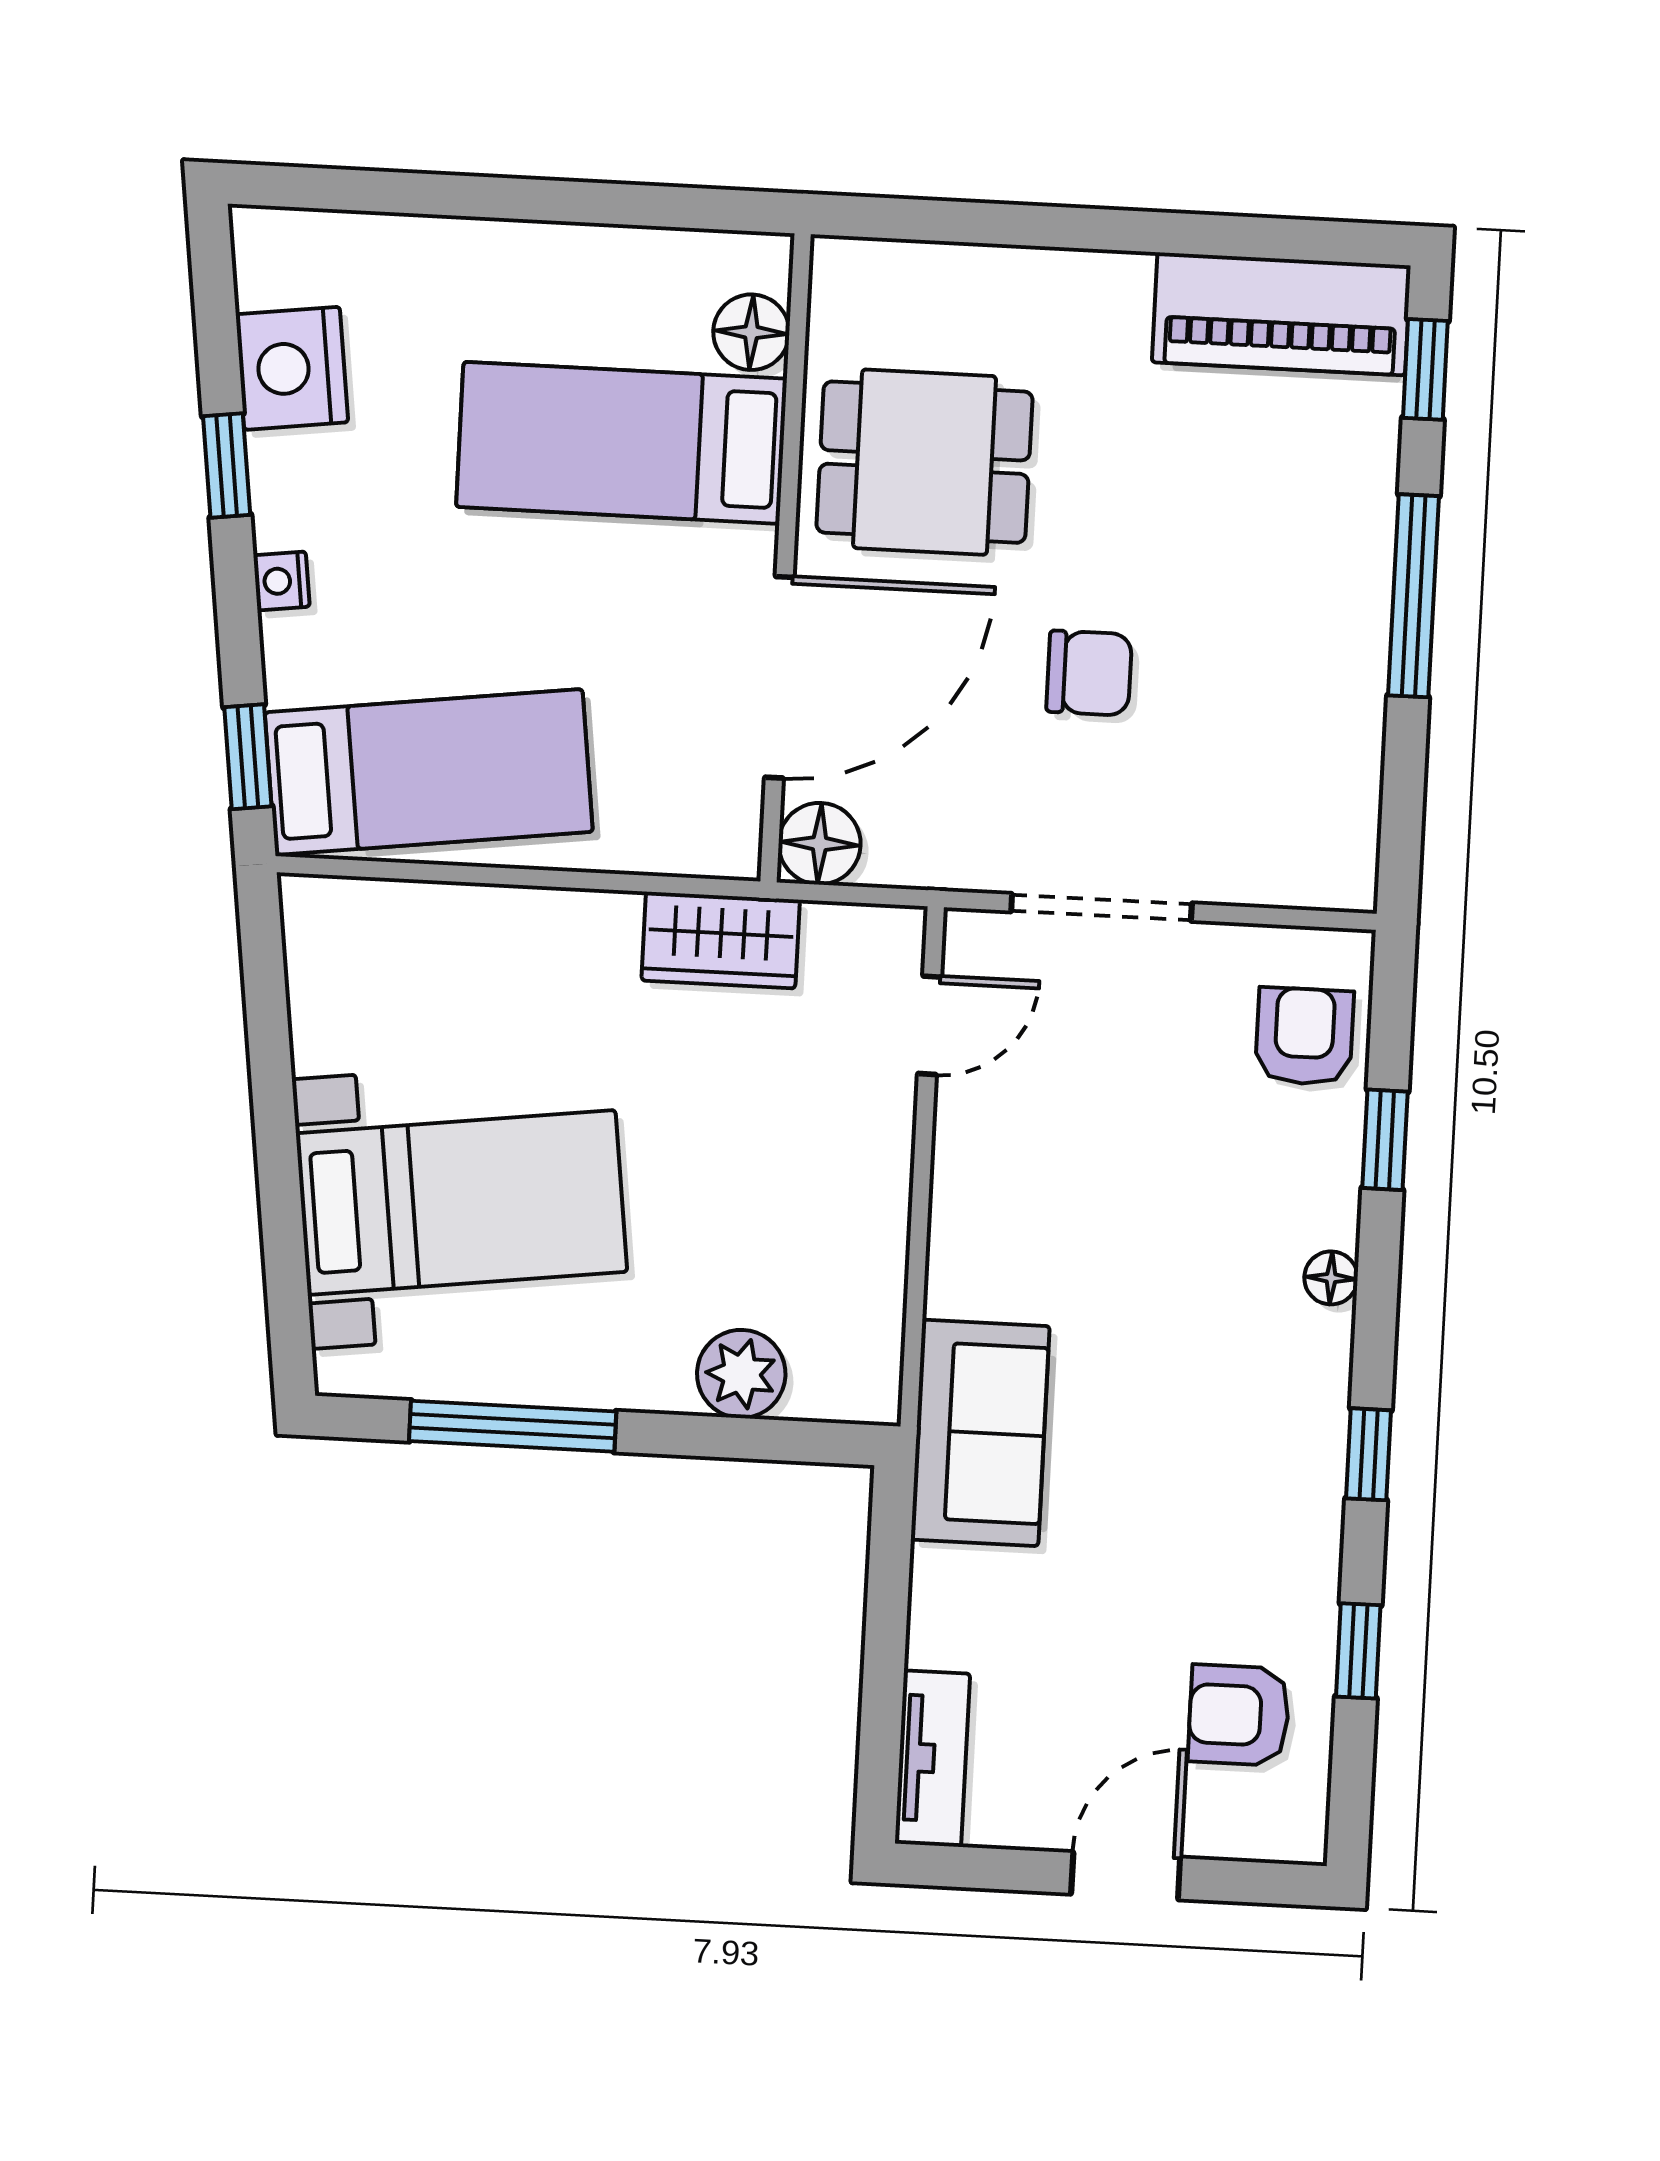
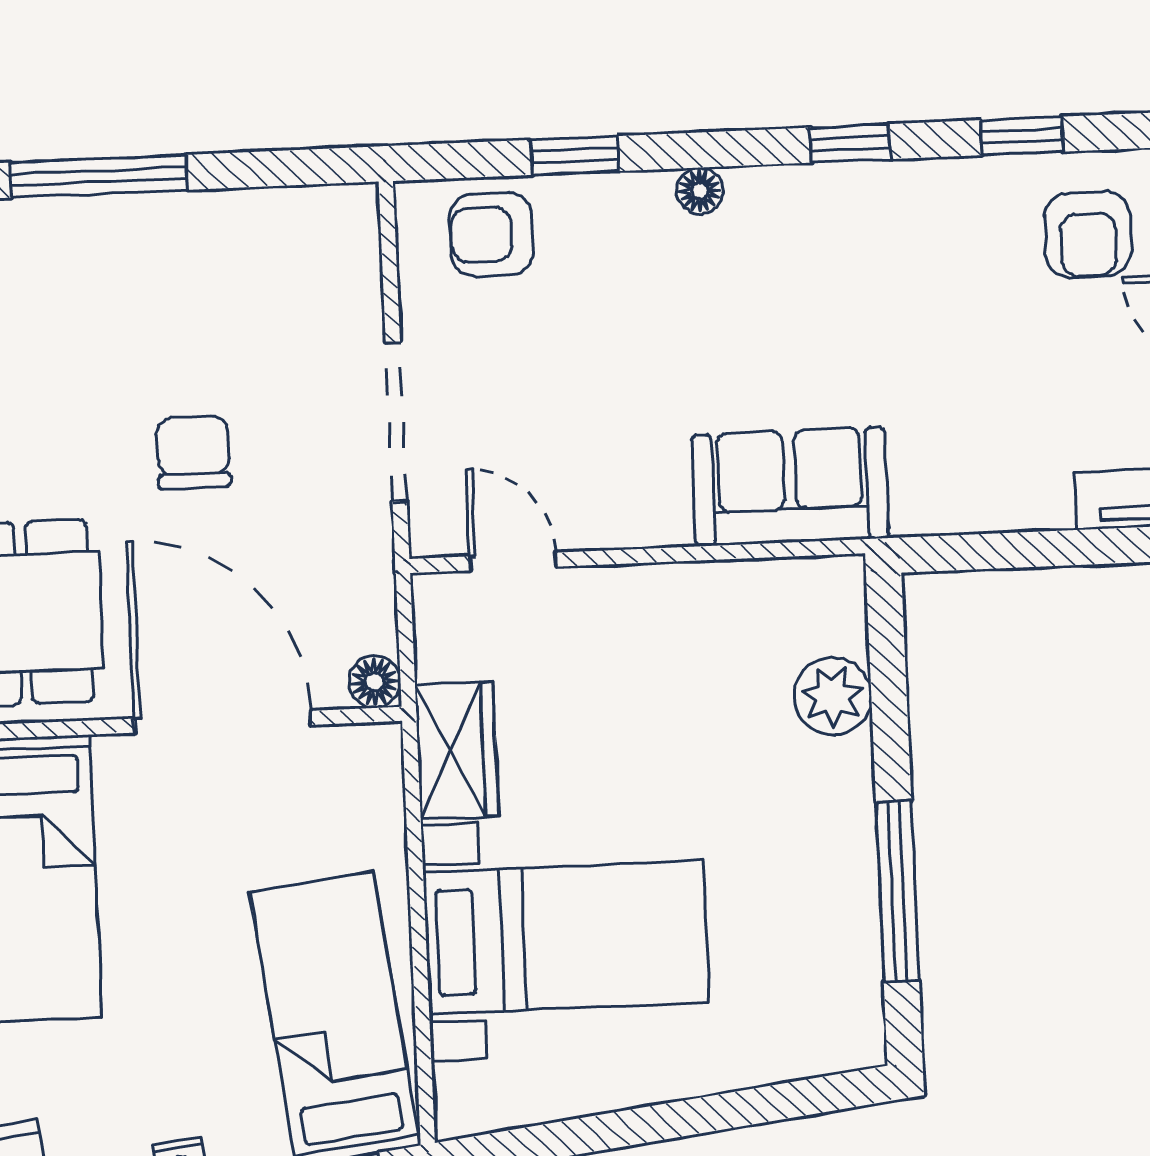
floor lamp: (820, 844) -> (374, 682), width x0.73, depth x0.73
bed with nightstands: (461, 1203) -> (566, 937), moved, turned 97
sofa: (980, 1433) -> (790, 487), moved

